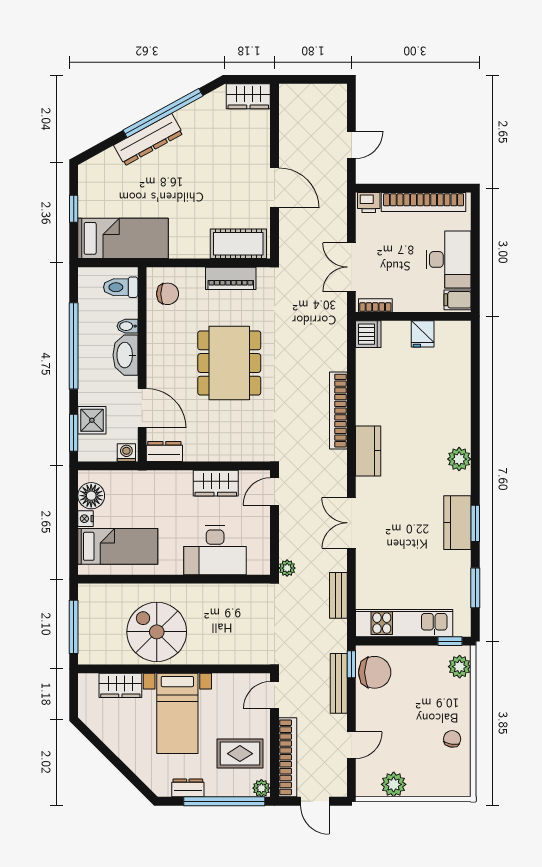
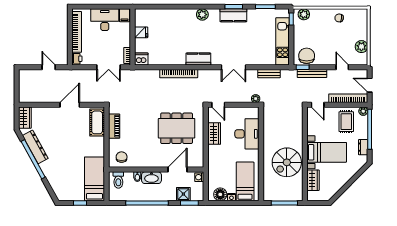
dresser: (148, 140) -> (35, 147), moved
dining table: (229, 363) -> (177, 128), moved
dresser: (164, 451) -> (199, 159), removed
door: (315, 801) -> (370, 85), swing flipped

